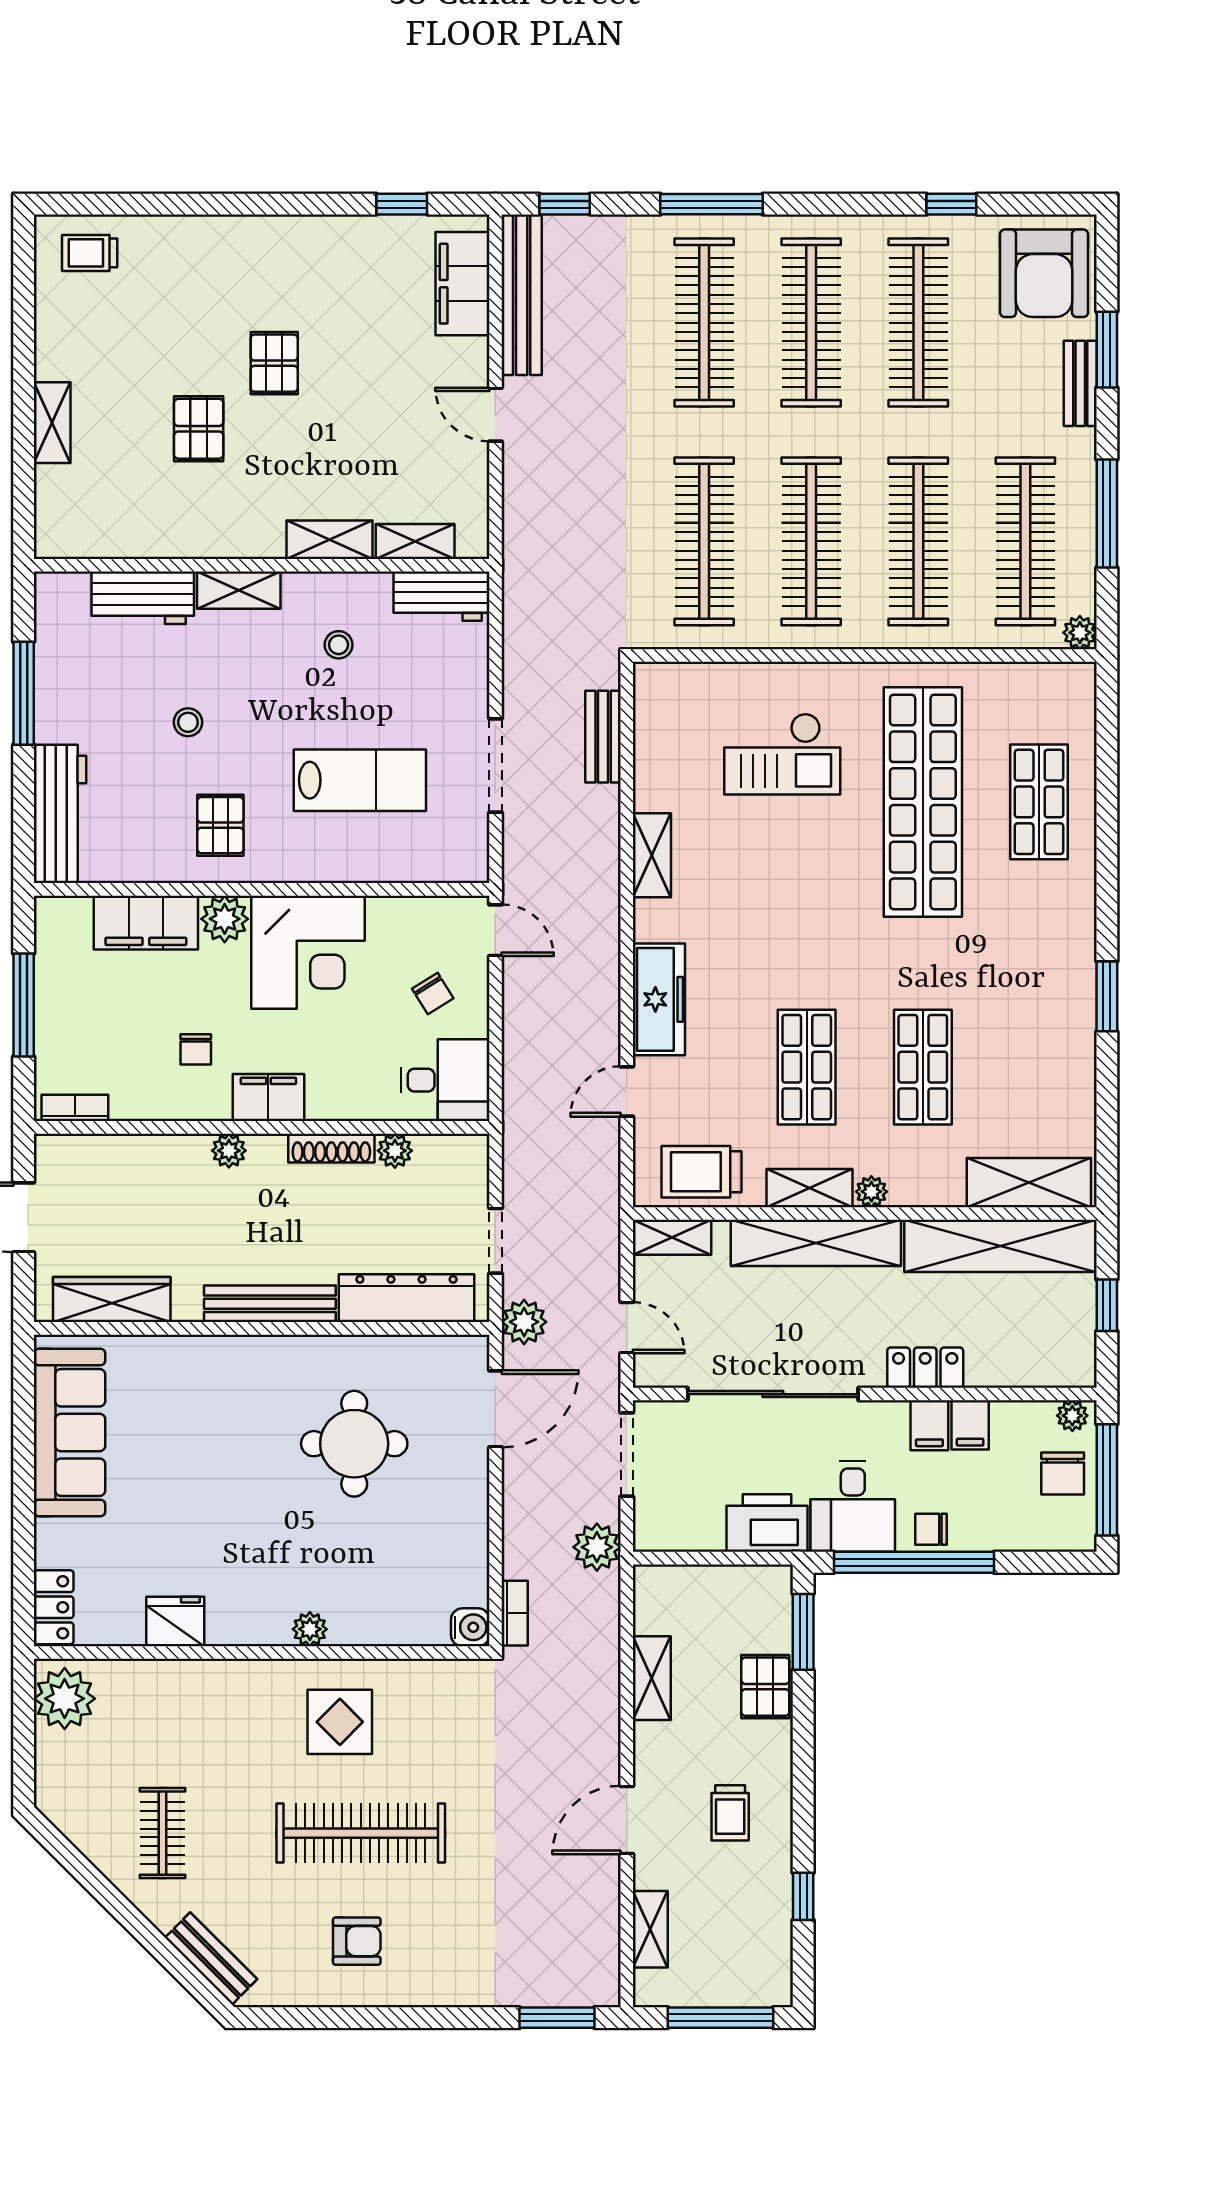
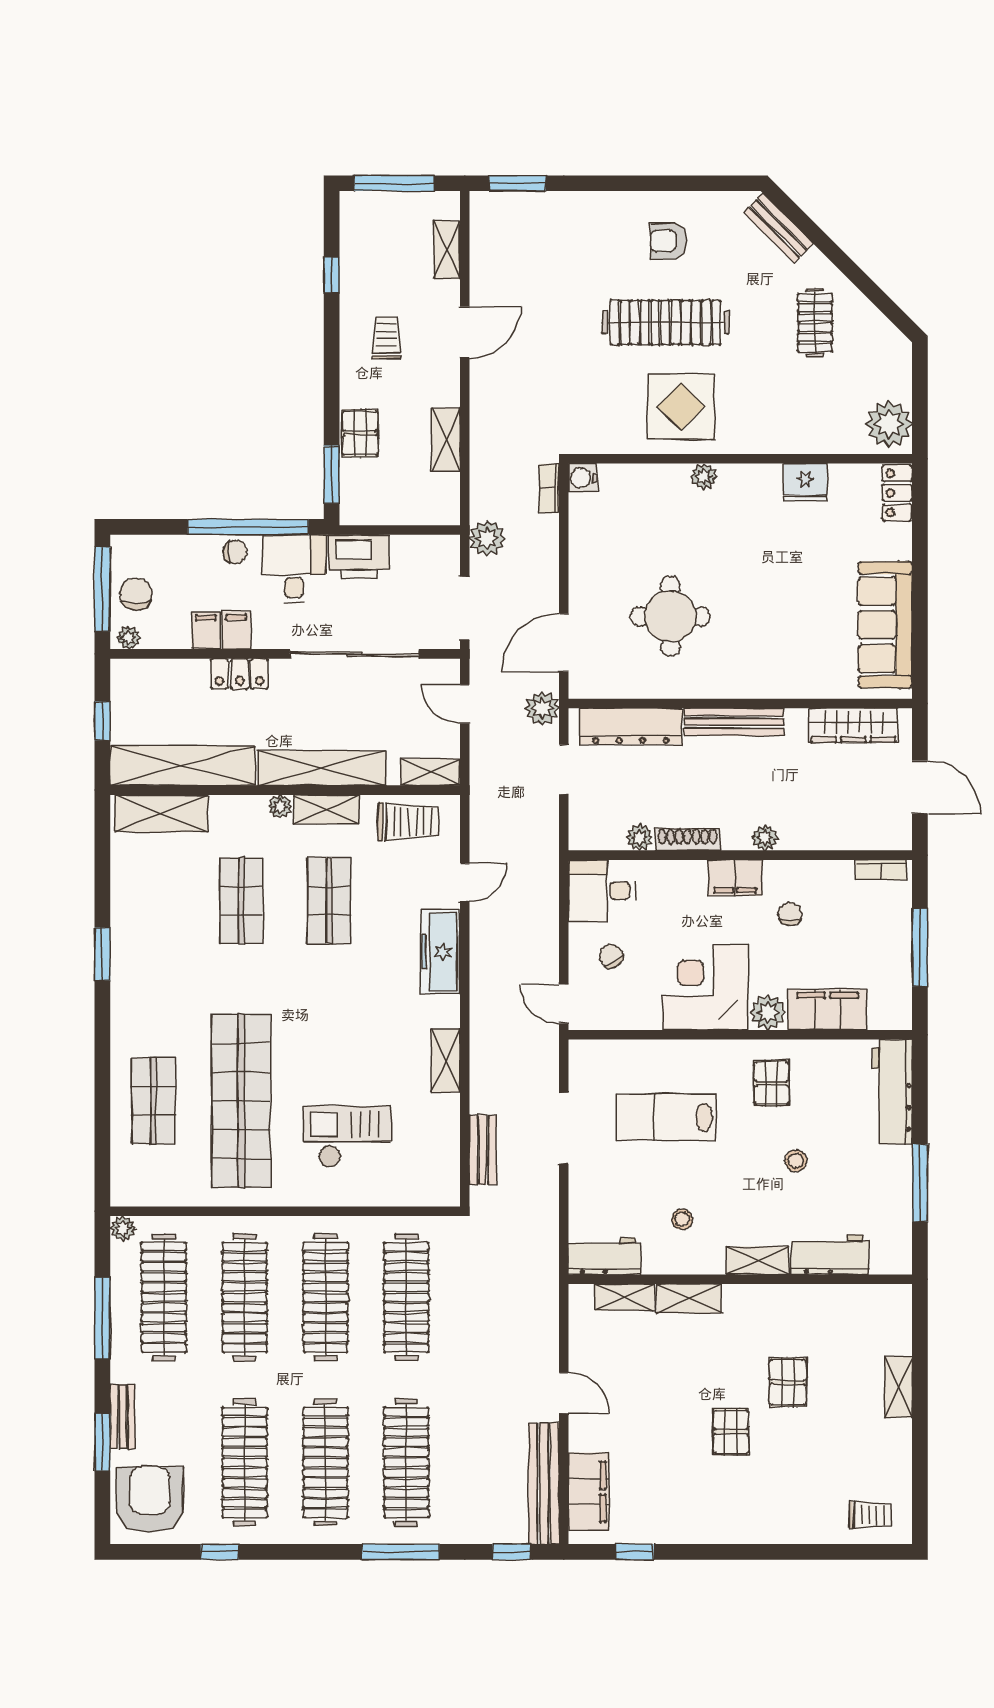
display table: (340, 1722) -> (681, 406), width x1.36, depth x1.36

